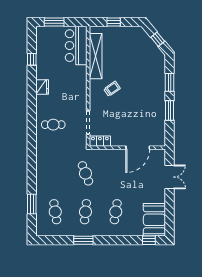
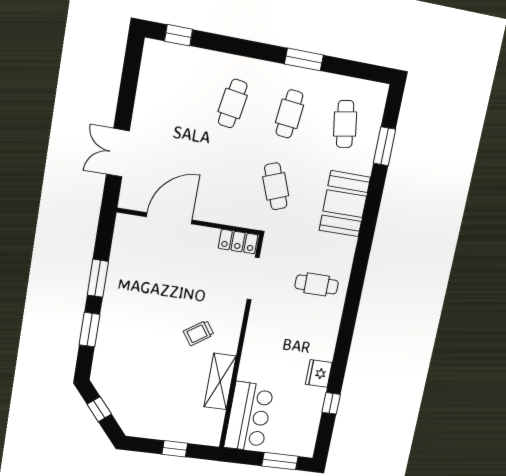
shelving: (96, 56) -> (220, 381), width x0.68
fridge: (42, 87) -> (319, 373), moved
booth: (154, 220) -> (345, 204), moved

